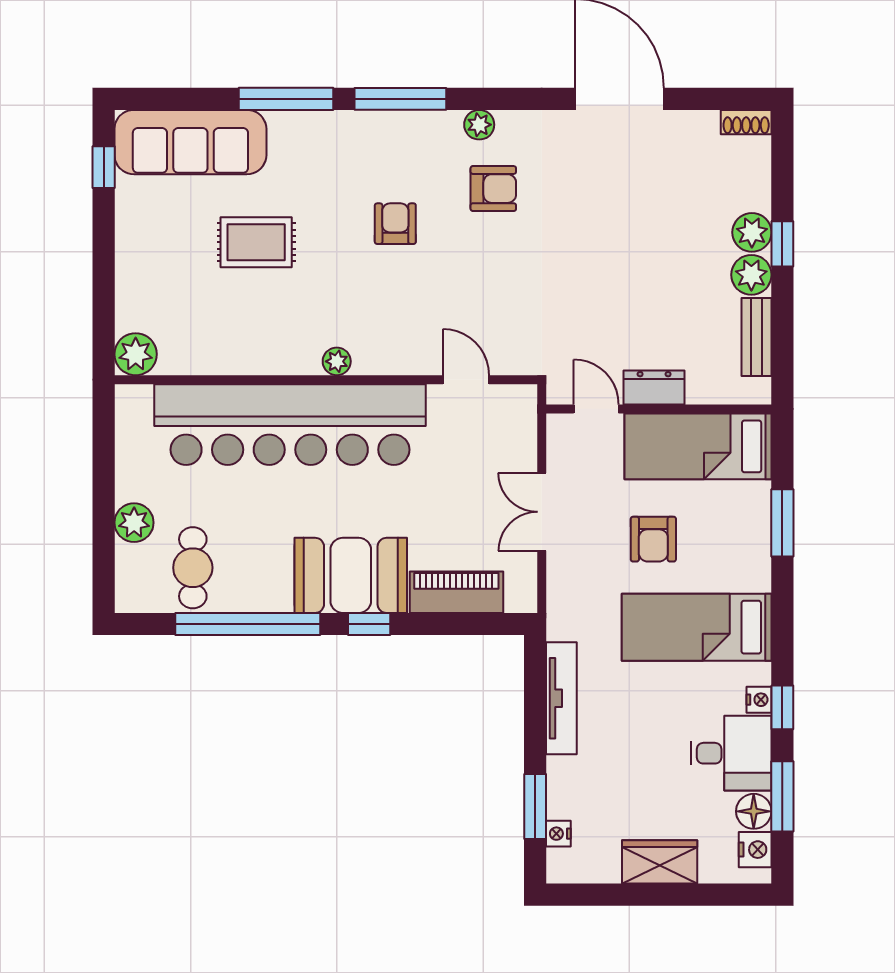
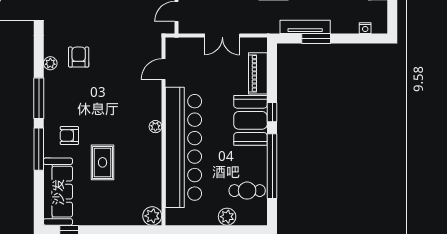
armchair: (395, 224) -> (69, 136), moved
window: (535, 807) -> (316, 38), moved

